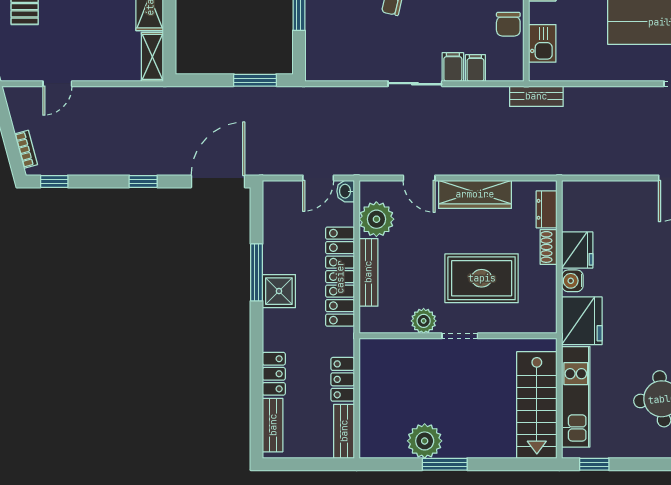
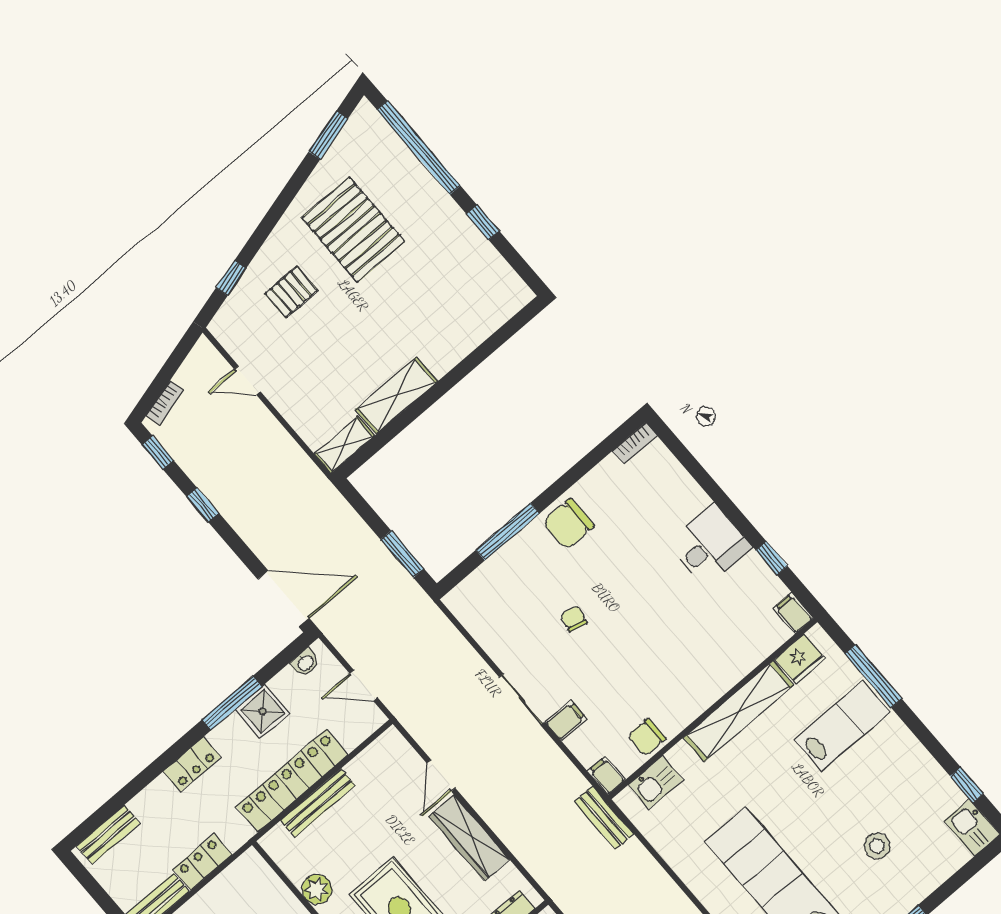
filing cabinet: (475, 68) -> (606, 775), moved, turned -90
window: (143, 181) -> (203, 505), moved
washbasin: (346, 191) -> (305, 663), moved, turned 180
plant: (376, 219) -> (371, 769), removed
shower: (279, 291) -> (263, 711), moved
locker: (274, 374) -> (192, 764), moved

